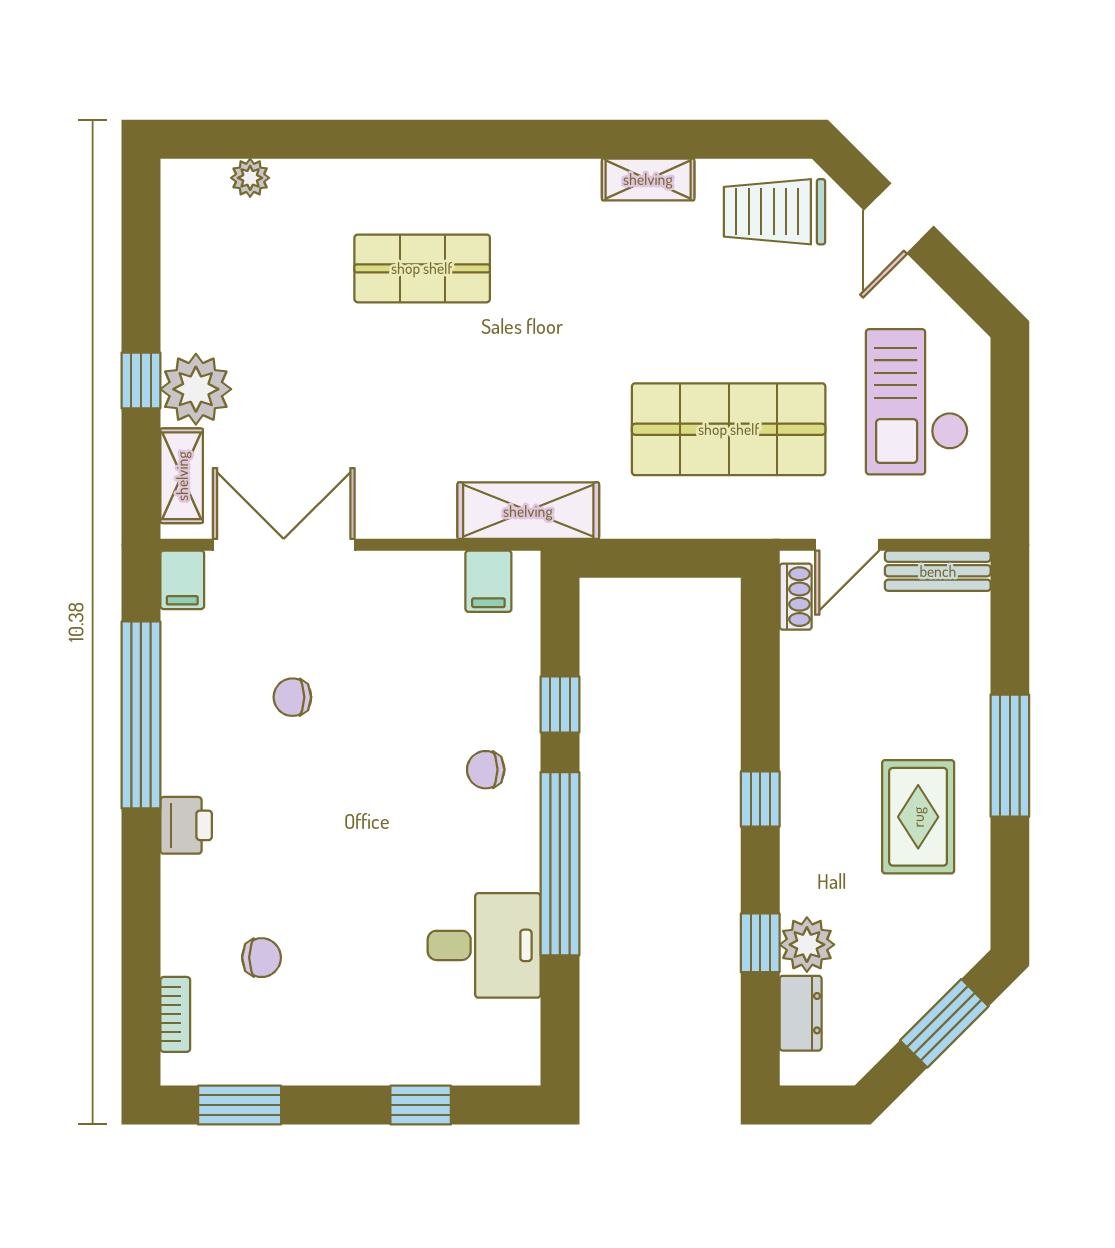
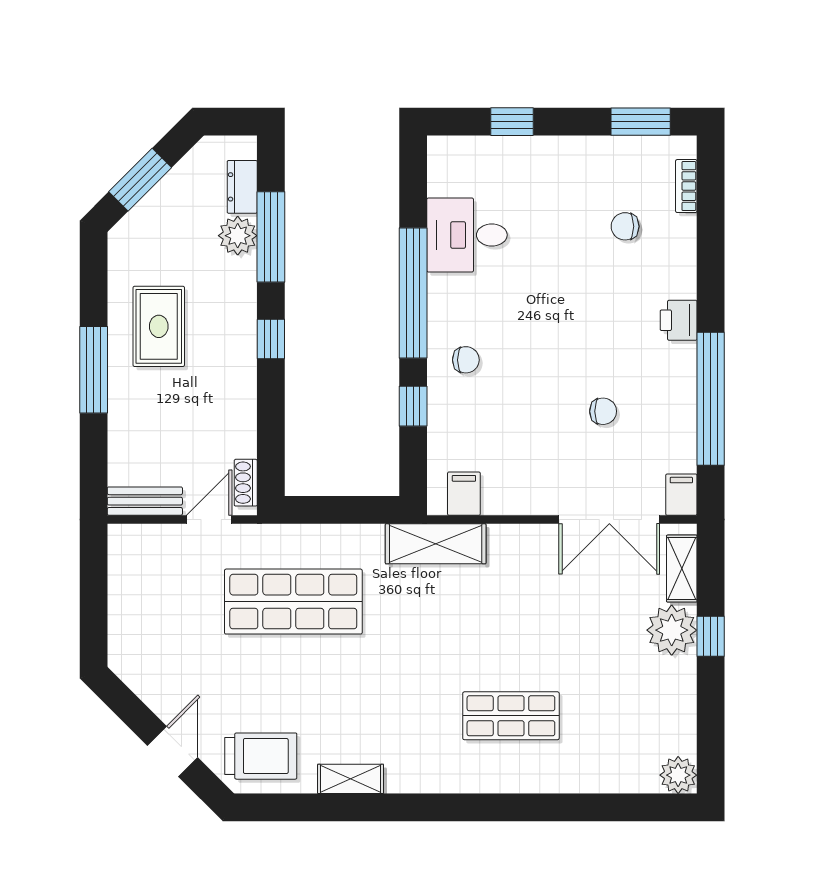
plant: (250, 178) -> (678, 775), moved, width x1.38, depth x1.38
checkout: (917, 402) -> (160, 621), removed
window: (760, 943) -> (271, 237), width x2.17

